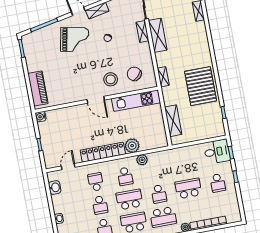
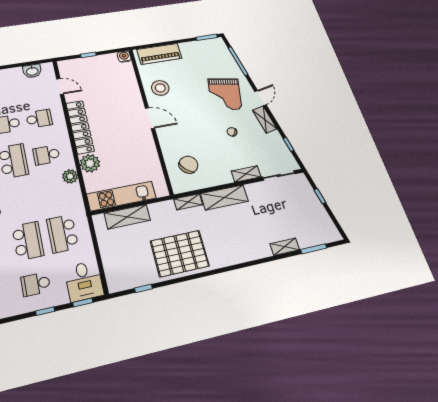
shelving: (158, 35) -> (224, 197), moved
stool: (111, 79) -> (160, 88), moved
door: (96, 100) -> (150, 118), swing flipped
kitchen unit: (136, 101) -> (121, 196), moved, turned 90
school desk: (159, 194) -> (63, 234), moved, width x1.85

